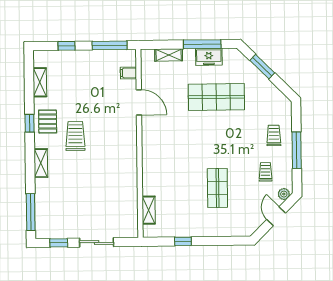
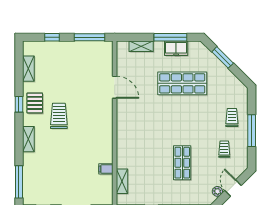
filing cabinet: (128, 73) -> (106, 169), moved
plant: (284, 194) -> (217, 191), moved

